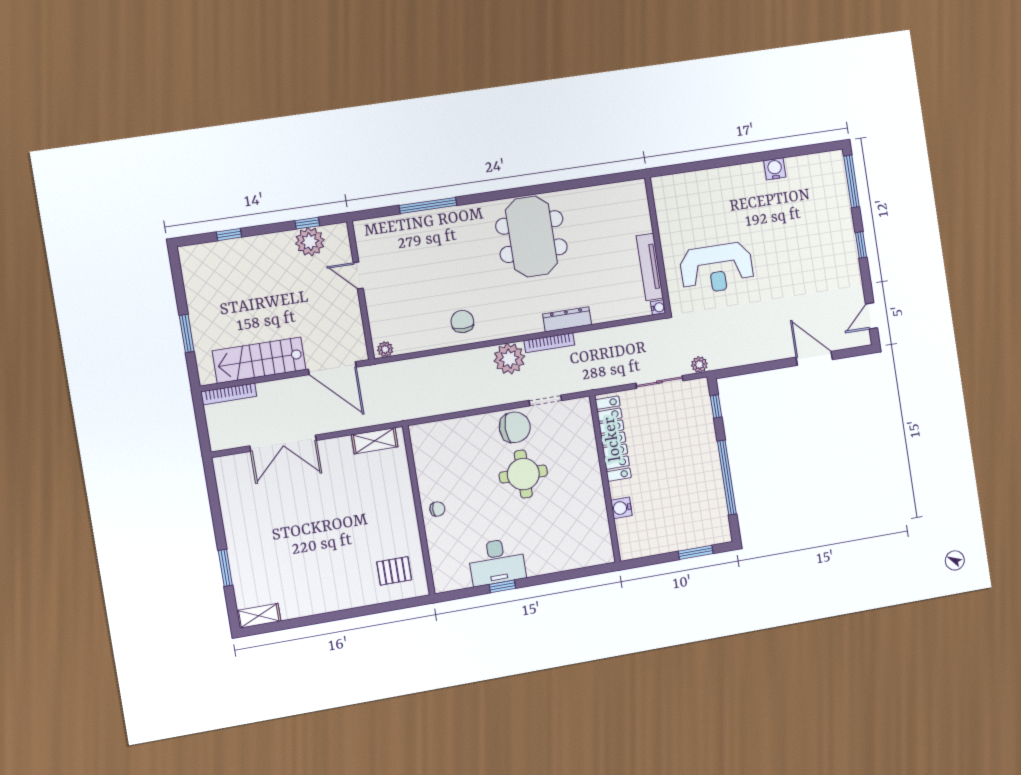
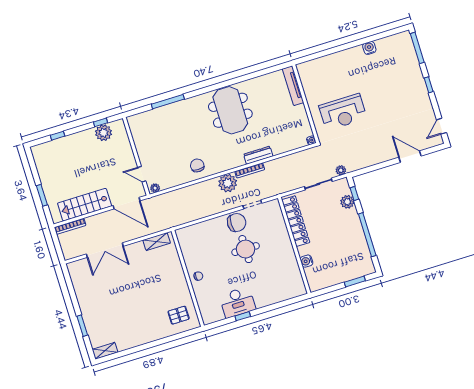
tv unit: (650, 267) -> (293, 86), moved
door: (358, 276) -> (142, 174), moved
plant: (702, 418) -> (347, 202), added

